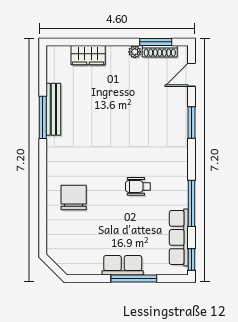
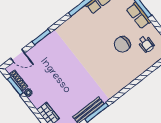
wheelchair: (138, 186) -> (146, 44), moved
chair: (74, 198) -> (122, 44), moved

